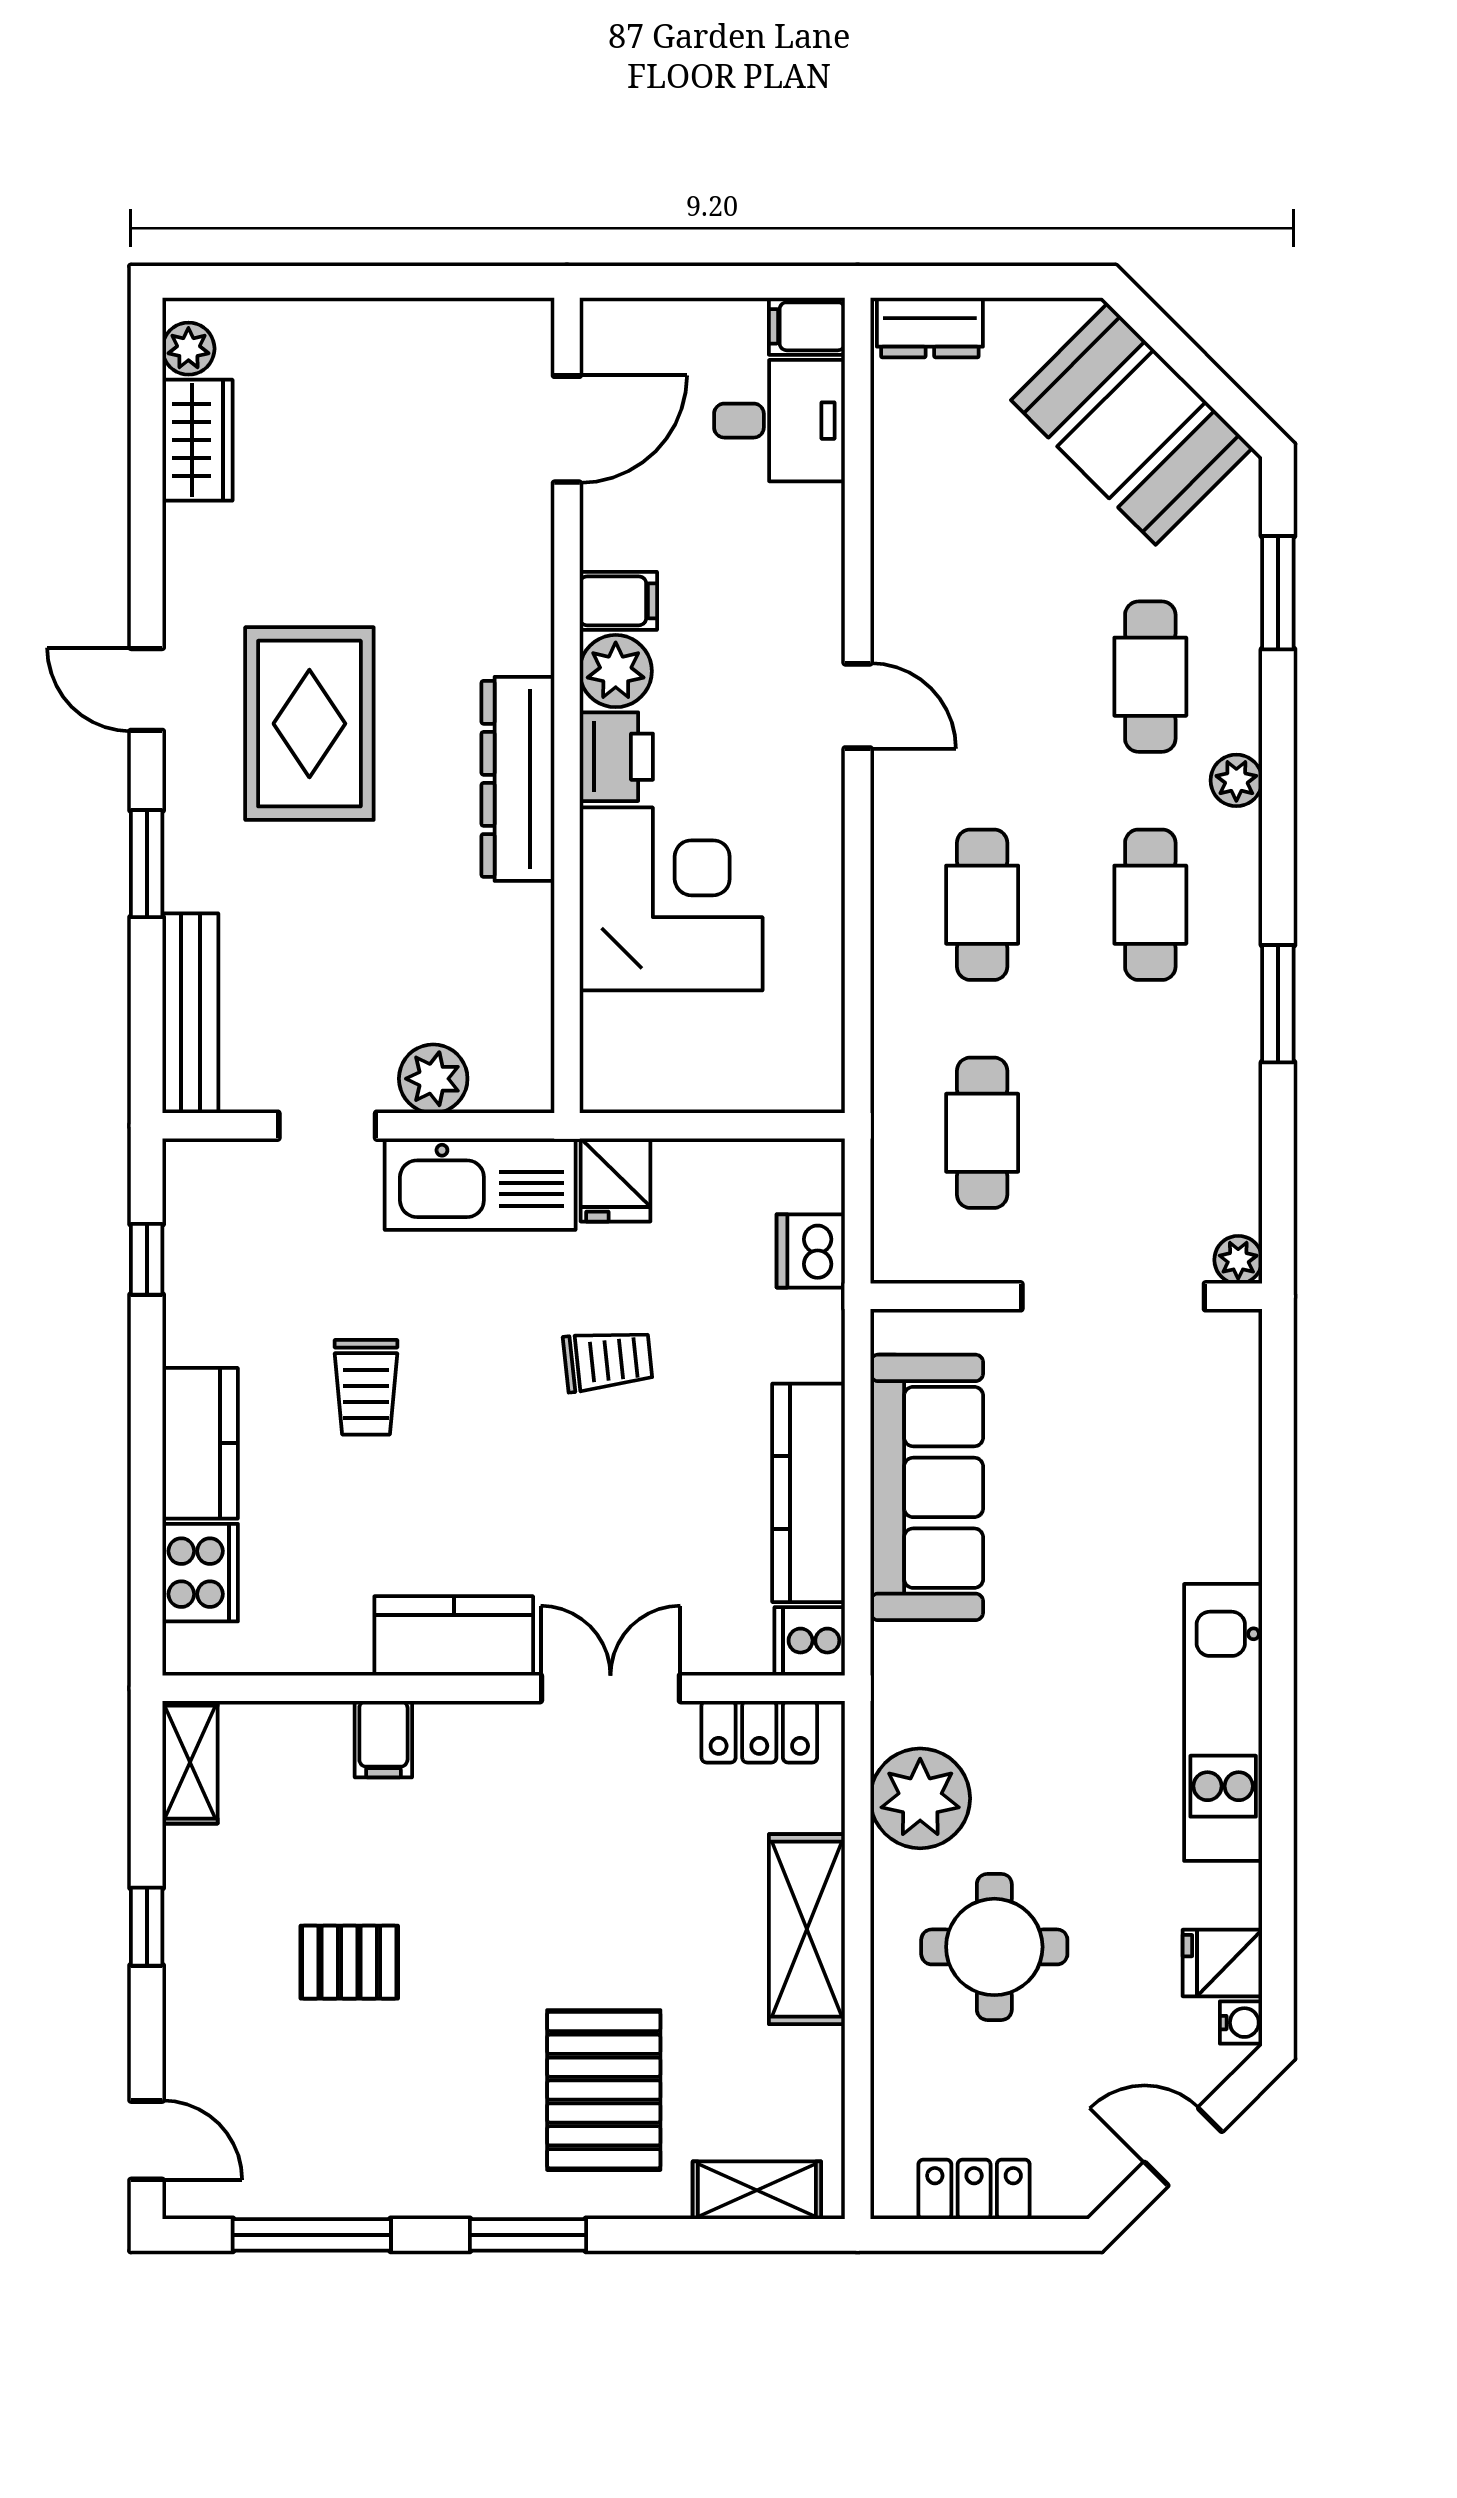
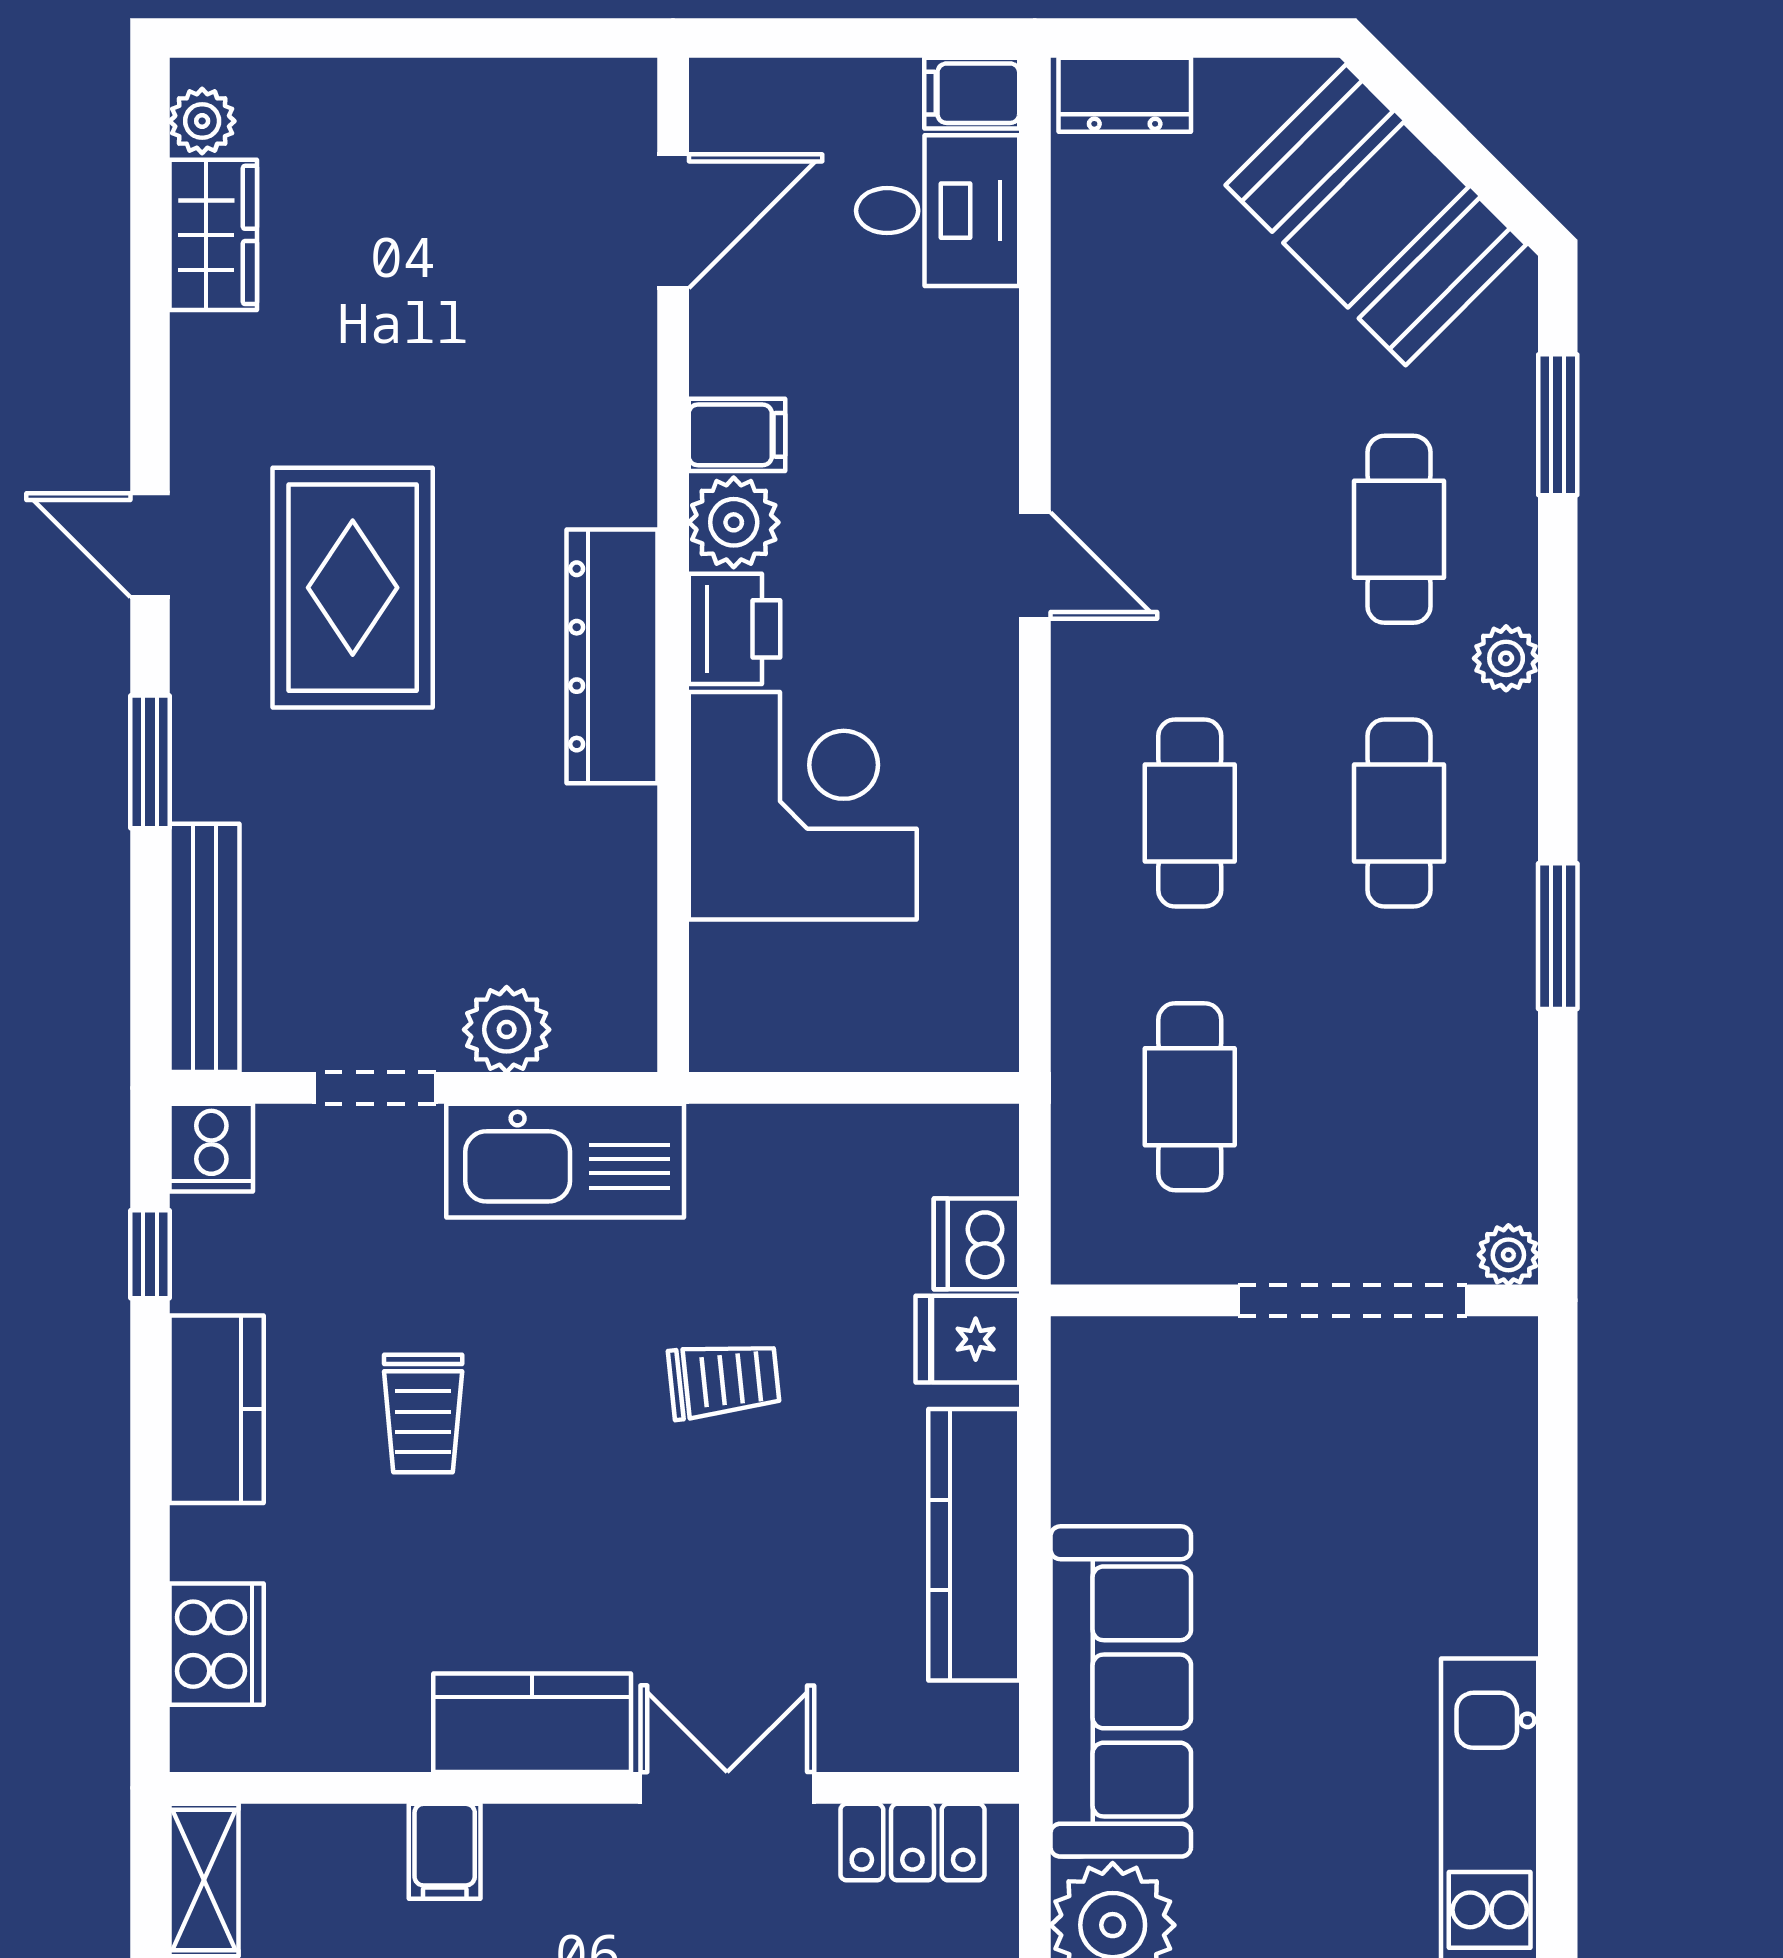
fridge: (615, 1180) -> (967, 1339), moved, turned 90
kitchen counter: (200, 1443) -> (217, 1409), moved
sofa: (927, 1487) -> (1121, 1691), moved
cooker: (810, 1641) -> (211, 1148), moved, turned -90

